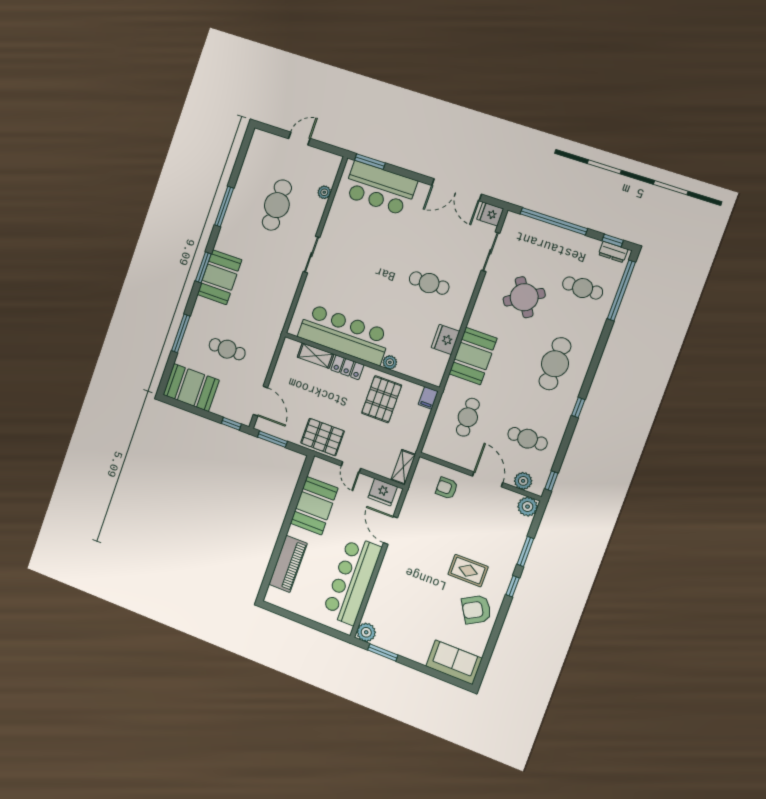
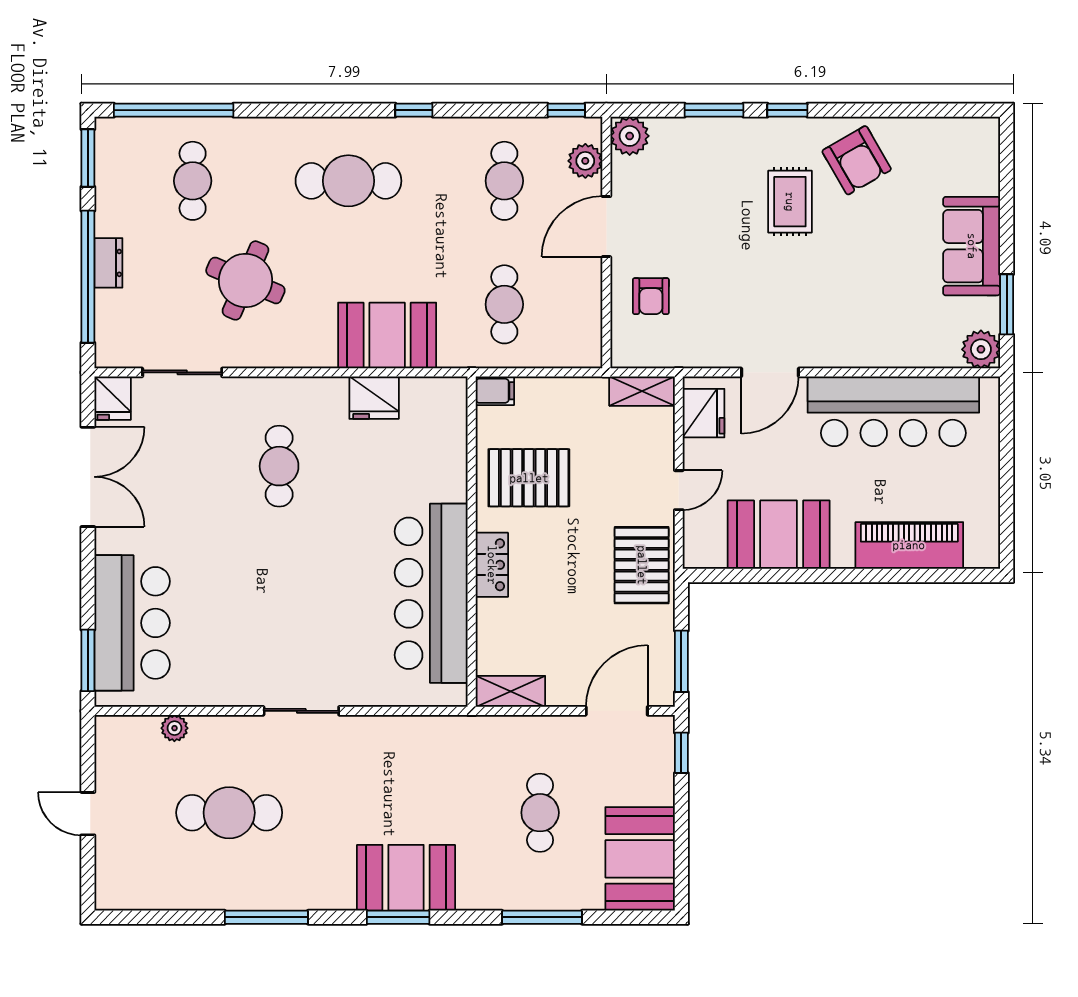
window: (613, 240) -> (88, 158), width x1.50
dresser: (613, 252) -> (108, 263), moved
round table: (524, 297) -> (245, 280), turned -35
shelving: (316, 356) -> (511, 691), moved, turned 90
plant: (390, 362) -> (454, 487), removed
cafe table: (468, 417) -> (504, 304), turned 90
sofa: (454, 662) -> (972, 246), moved

